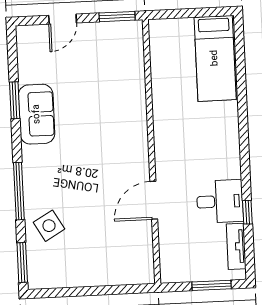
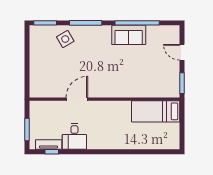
bed: (215, 58) -> (156, 111), moved
window: (15, 100) -> (137, 23), width x2.11
door: (154, 200) -> (77, 99), hinge flipped
window: (247, 212) -> (52, 152), moved

